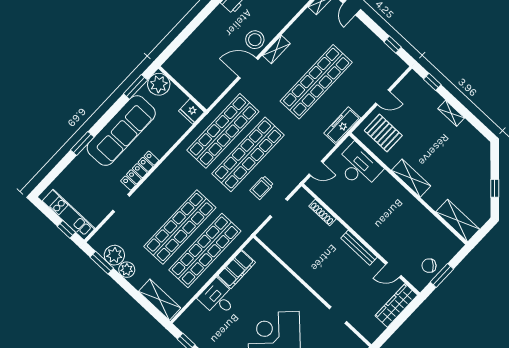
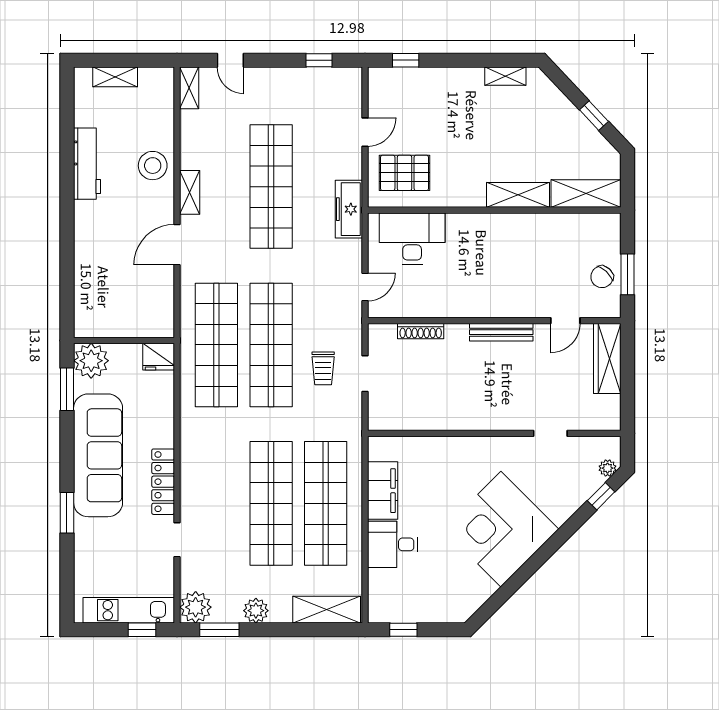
stool: (255, 40) -> (153, 166), moved
shelving: (451, 113) -> (505, 76), moved
shelving: (411, 178) -> (518, 195), moved
plant: (114, 255) -> (196, 607), moved

